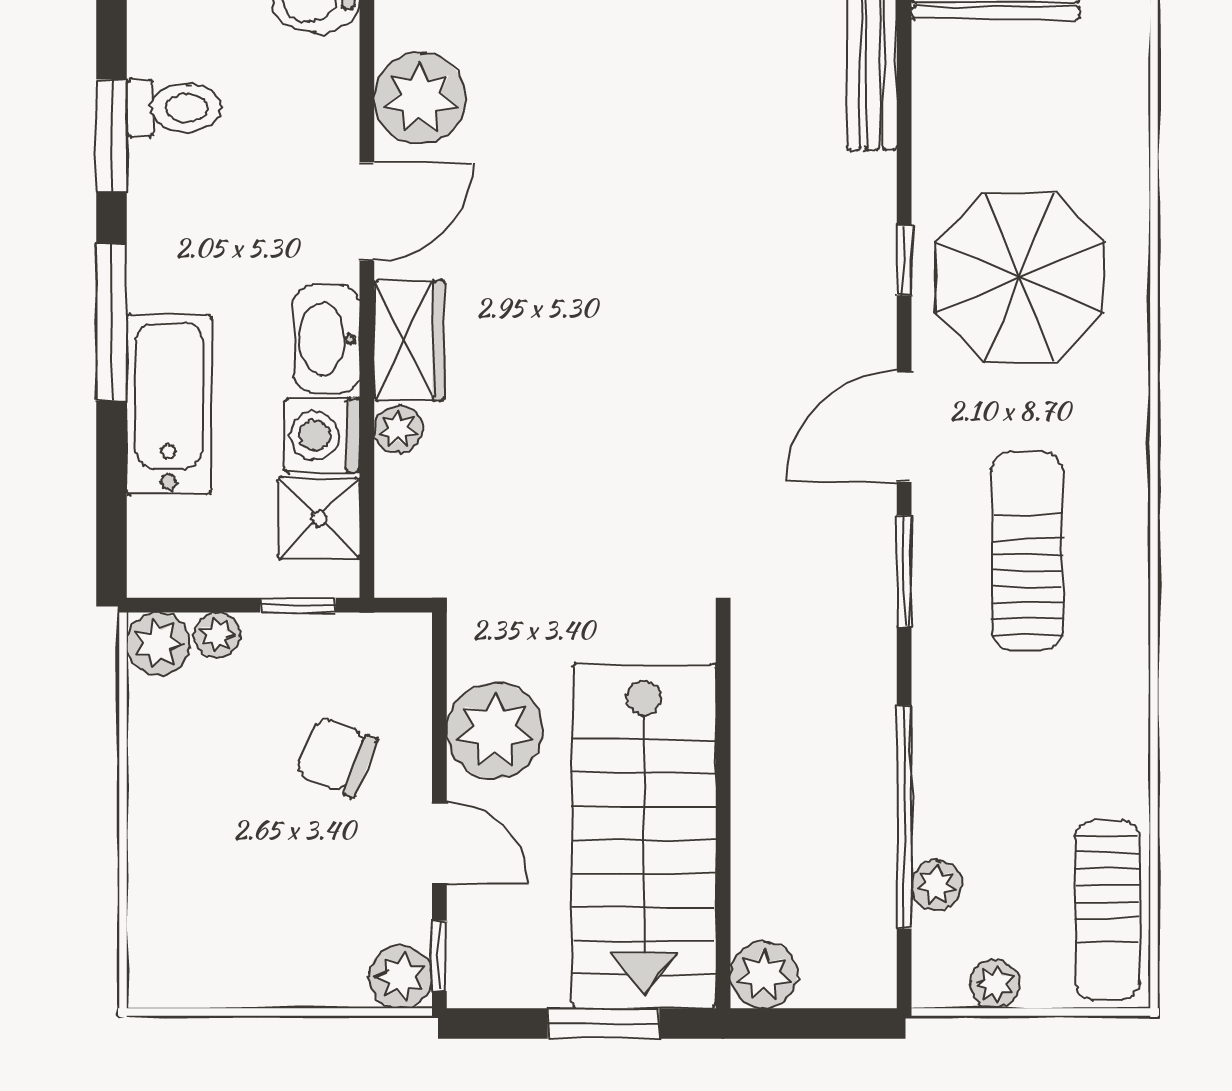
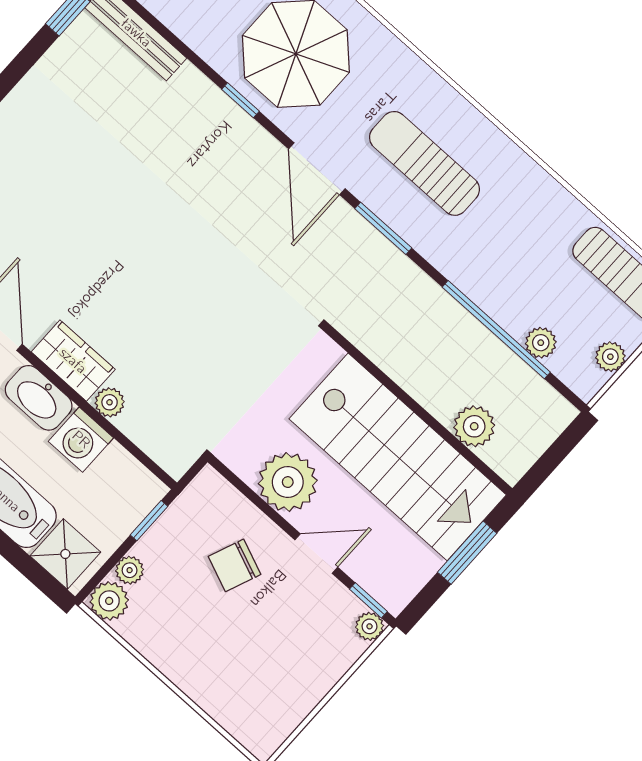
shower: (319, 518) -> (65, 554), moved
plant: (764, 975) -> (474, 426), moved
plant: (400, 977) -> (370, 626), width x0.73, depth x0.73

